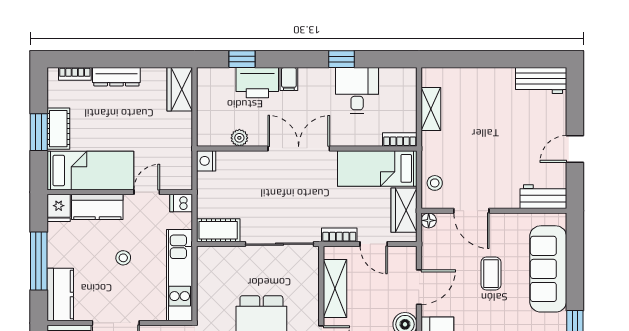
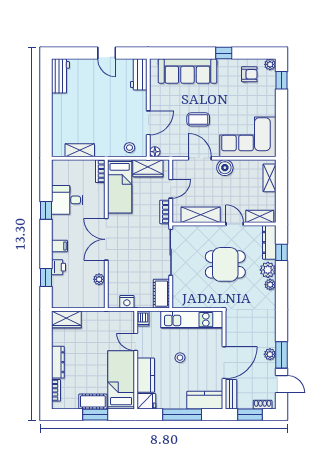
printer: (257, 83) -> (59, 267), width x0.53, depth x0.68
nightstand: (206, 161) -> (127, 302), moved
coffee table: (491, 274) -> (198, 119), moved

